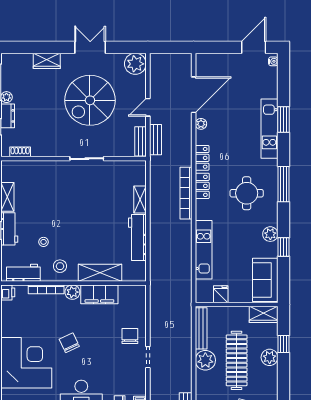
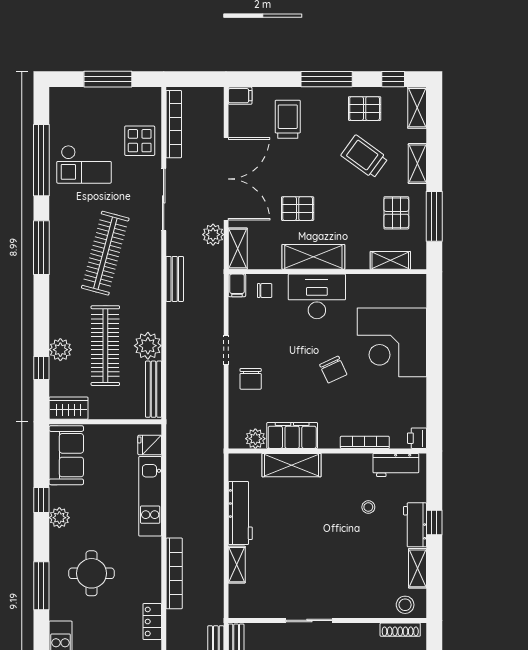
shoe rack: (20, 152) -> (400, 630), width x1.43
locker: (202, 186) -> (152, 583), removed
stool: (60, 266) -> (405, 605), moved
plant: (72, 292) -> (255, 439), moved
fridge: (221, 294) -> (150, 445), moved, turned 90

